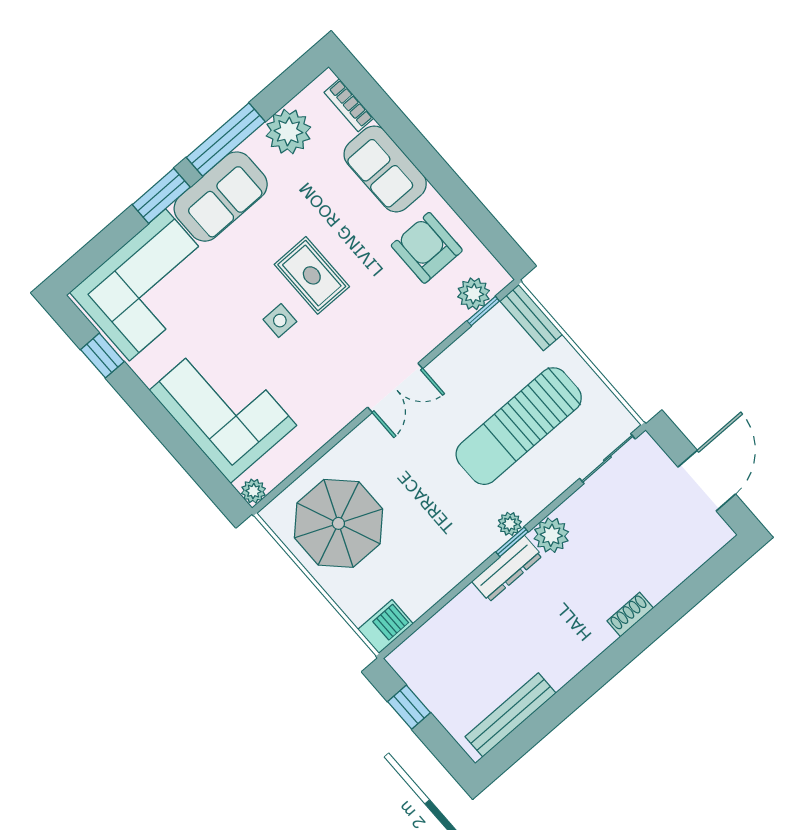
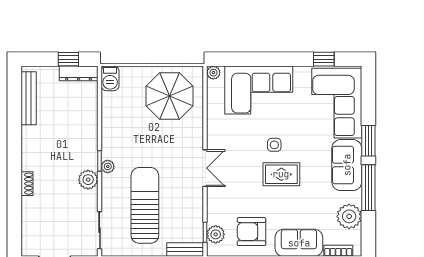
armchair: (427, 248) -> (251, 232), turned 180
double door: (395, 388) -> (205, 168), swing flipped
dresser: (507, 569) -> (79, 73), moved, turned -90

